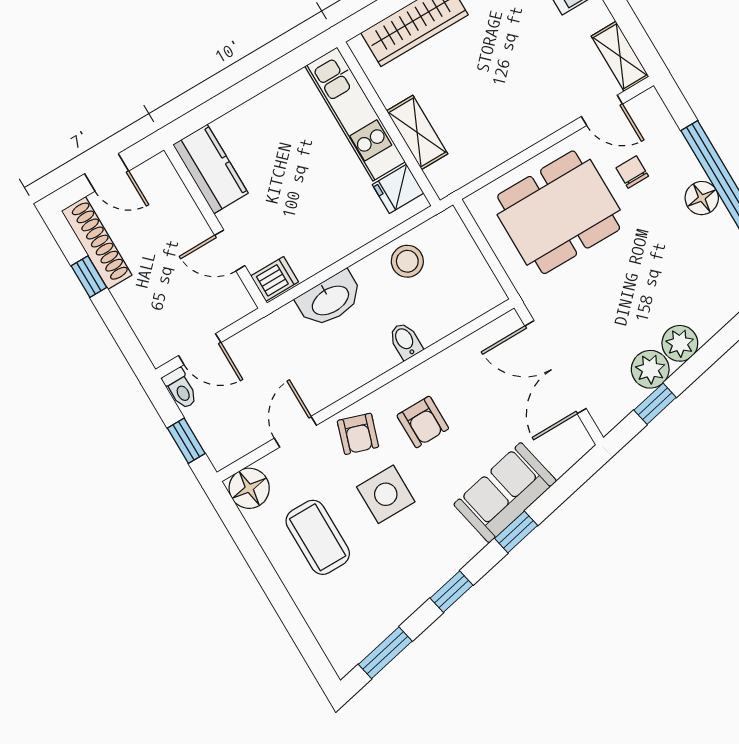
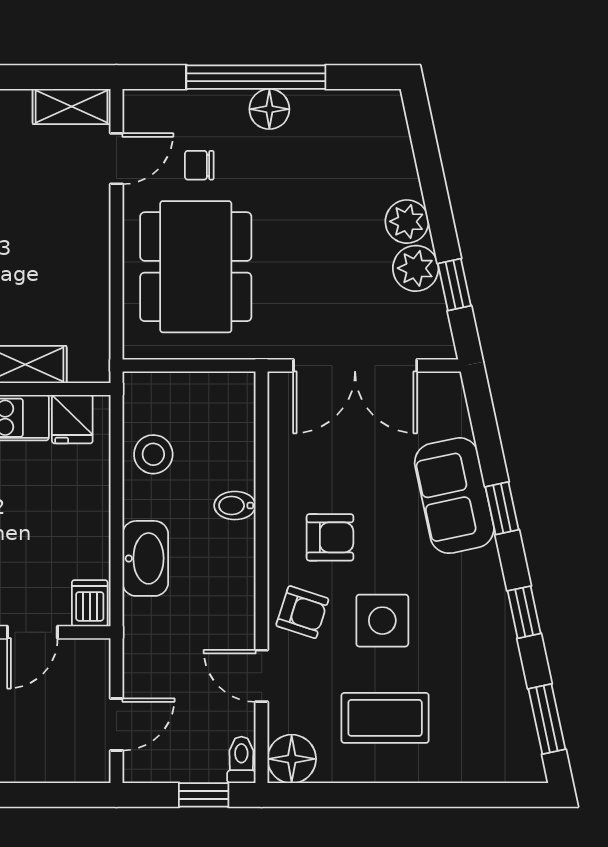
toilet: (180, 389) -> (241, 760), moved, turned -90

